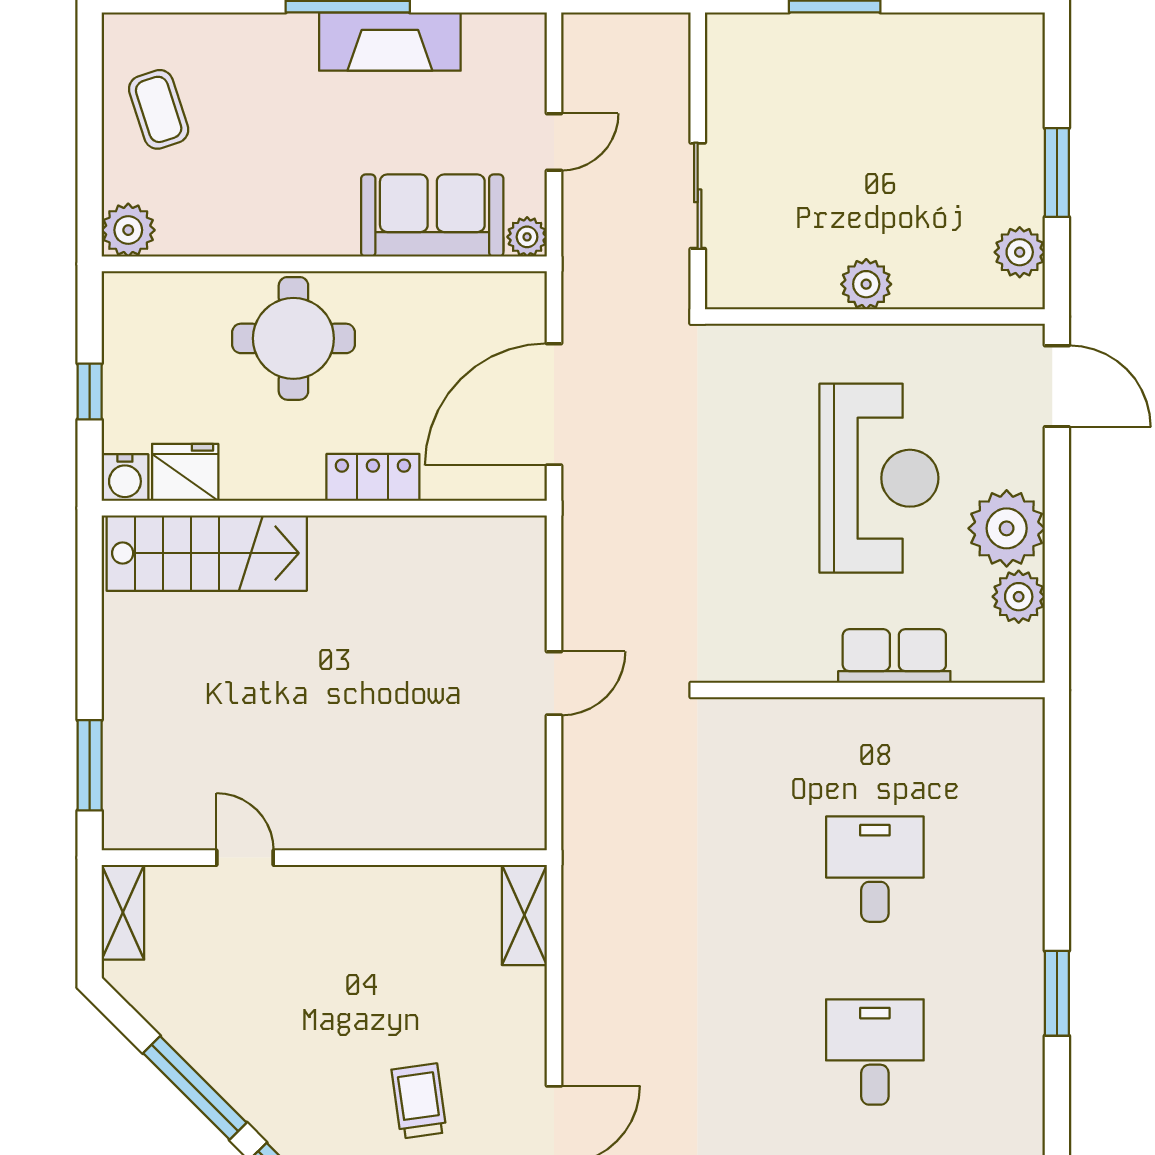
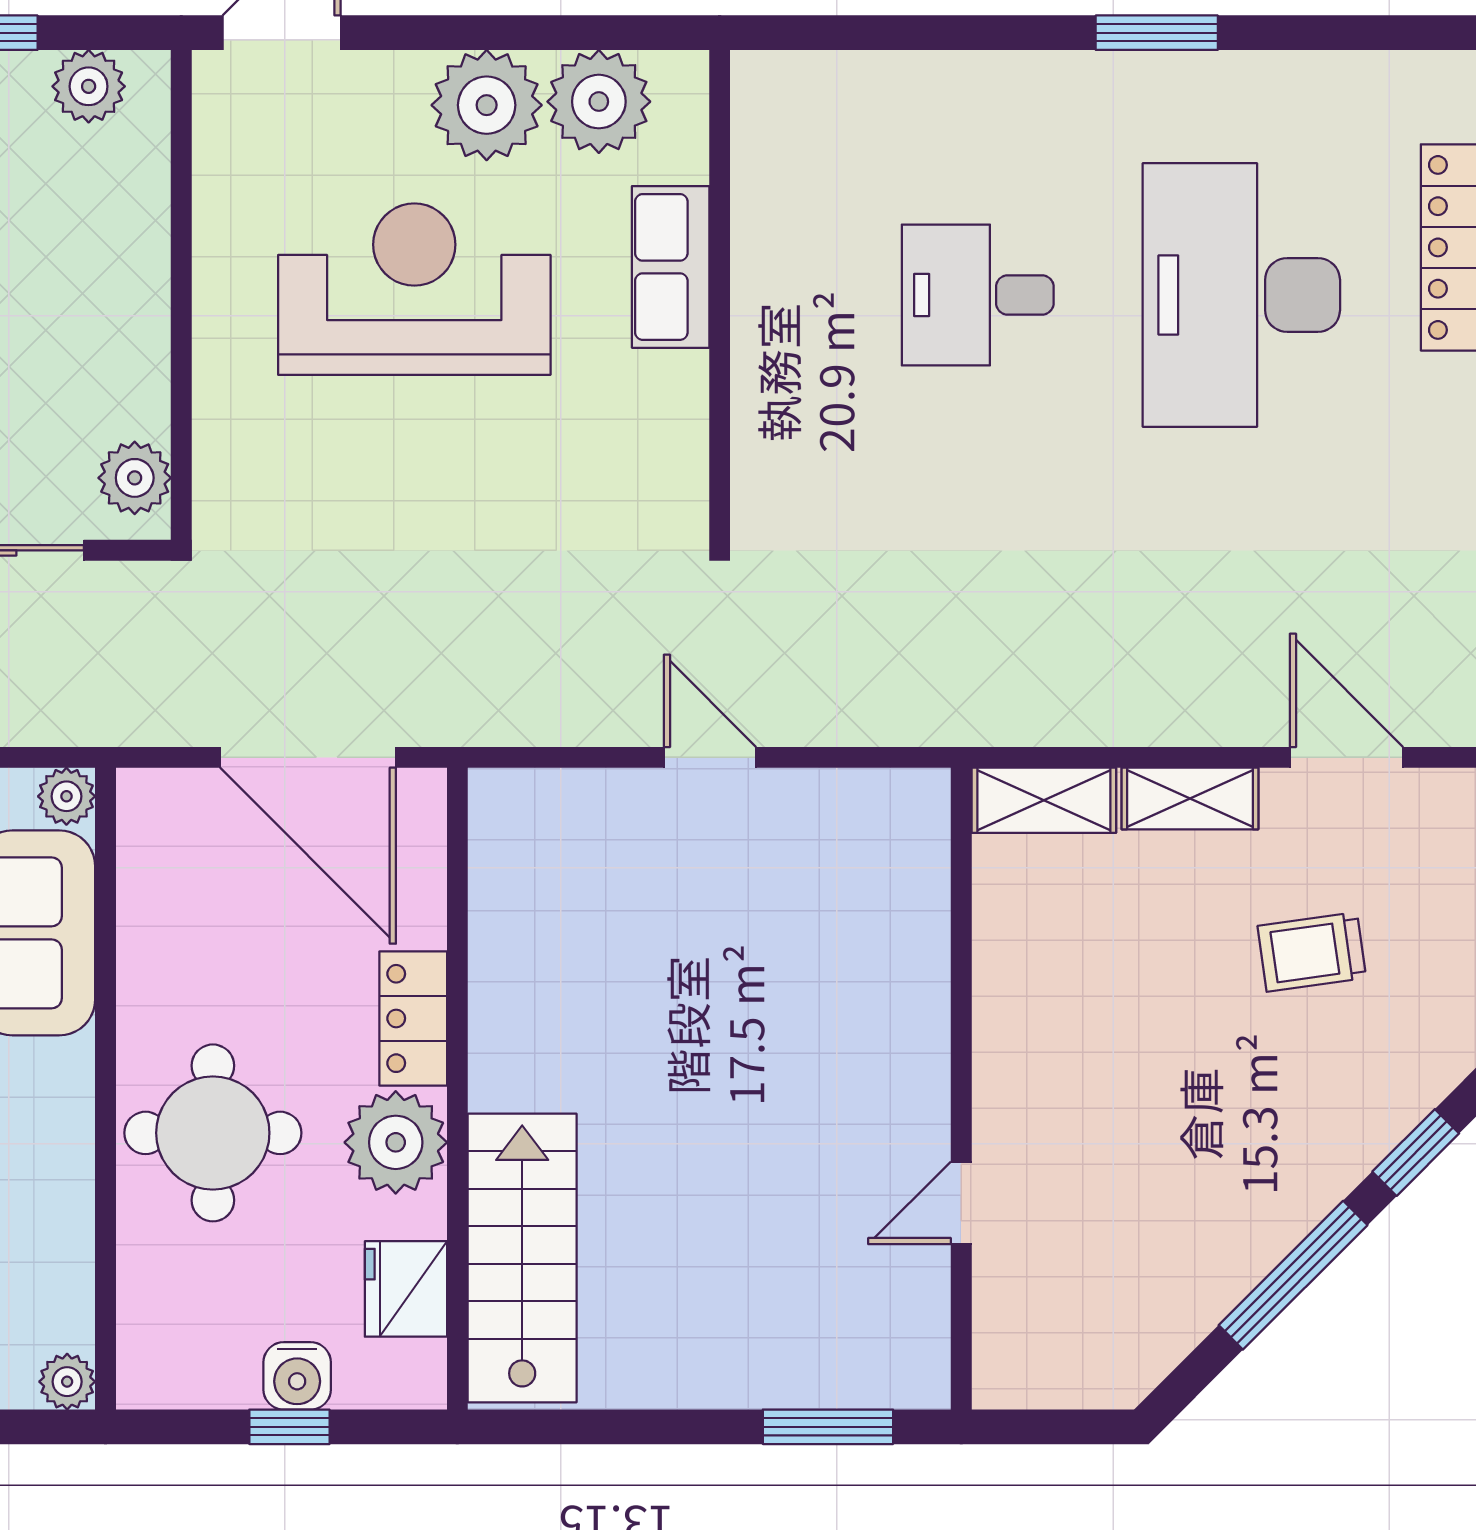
plant: (128, 230) -> (67, 1382), width x0.73, depth x0.73
plant: (866, 284) -> (135, 478), moved
plant: (287, 465) -> (396, 1142), added
water cooler: (125, 478) -> (297, 1376), moved, turned 90
plant: (1019, 597) -> (599, 102), width x1.36, depth x1.36
shelving: (123, 912) -> (1190, 798), moved
desk: (875, 1052) -> (1241, 295), width x1.87, depth x1.30

